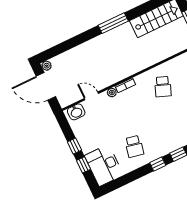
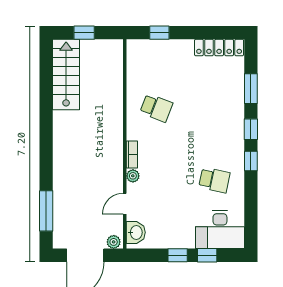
window: (113, 23) -> (46, 211), moved
plant: (47, 66) -> (114, 242), moved

